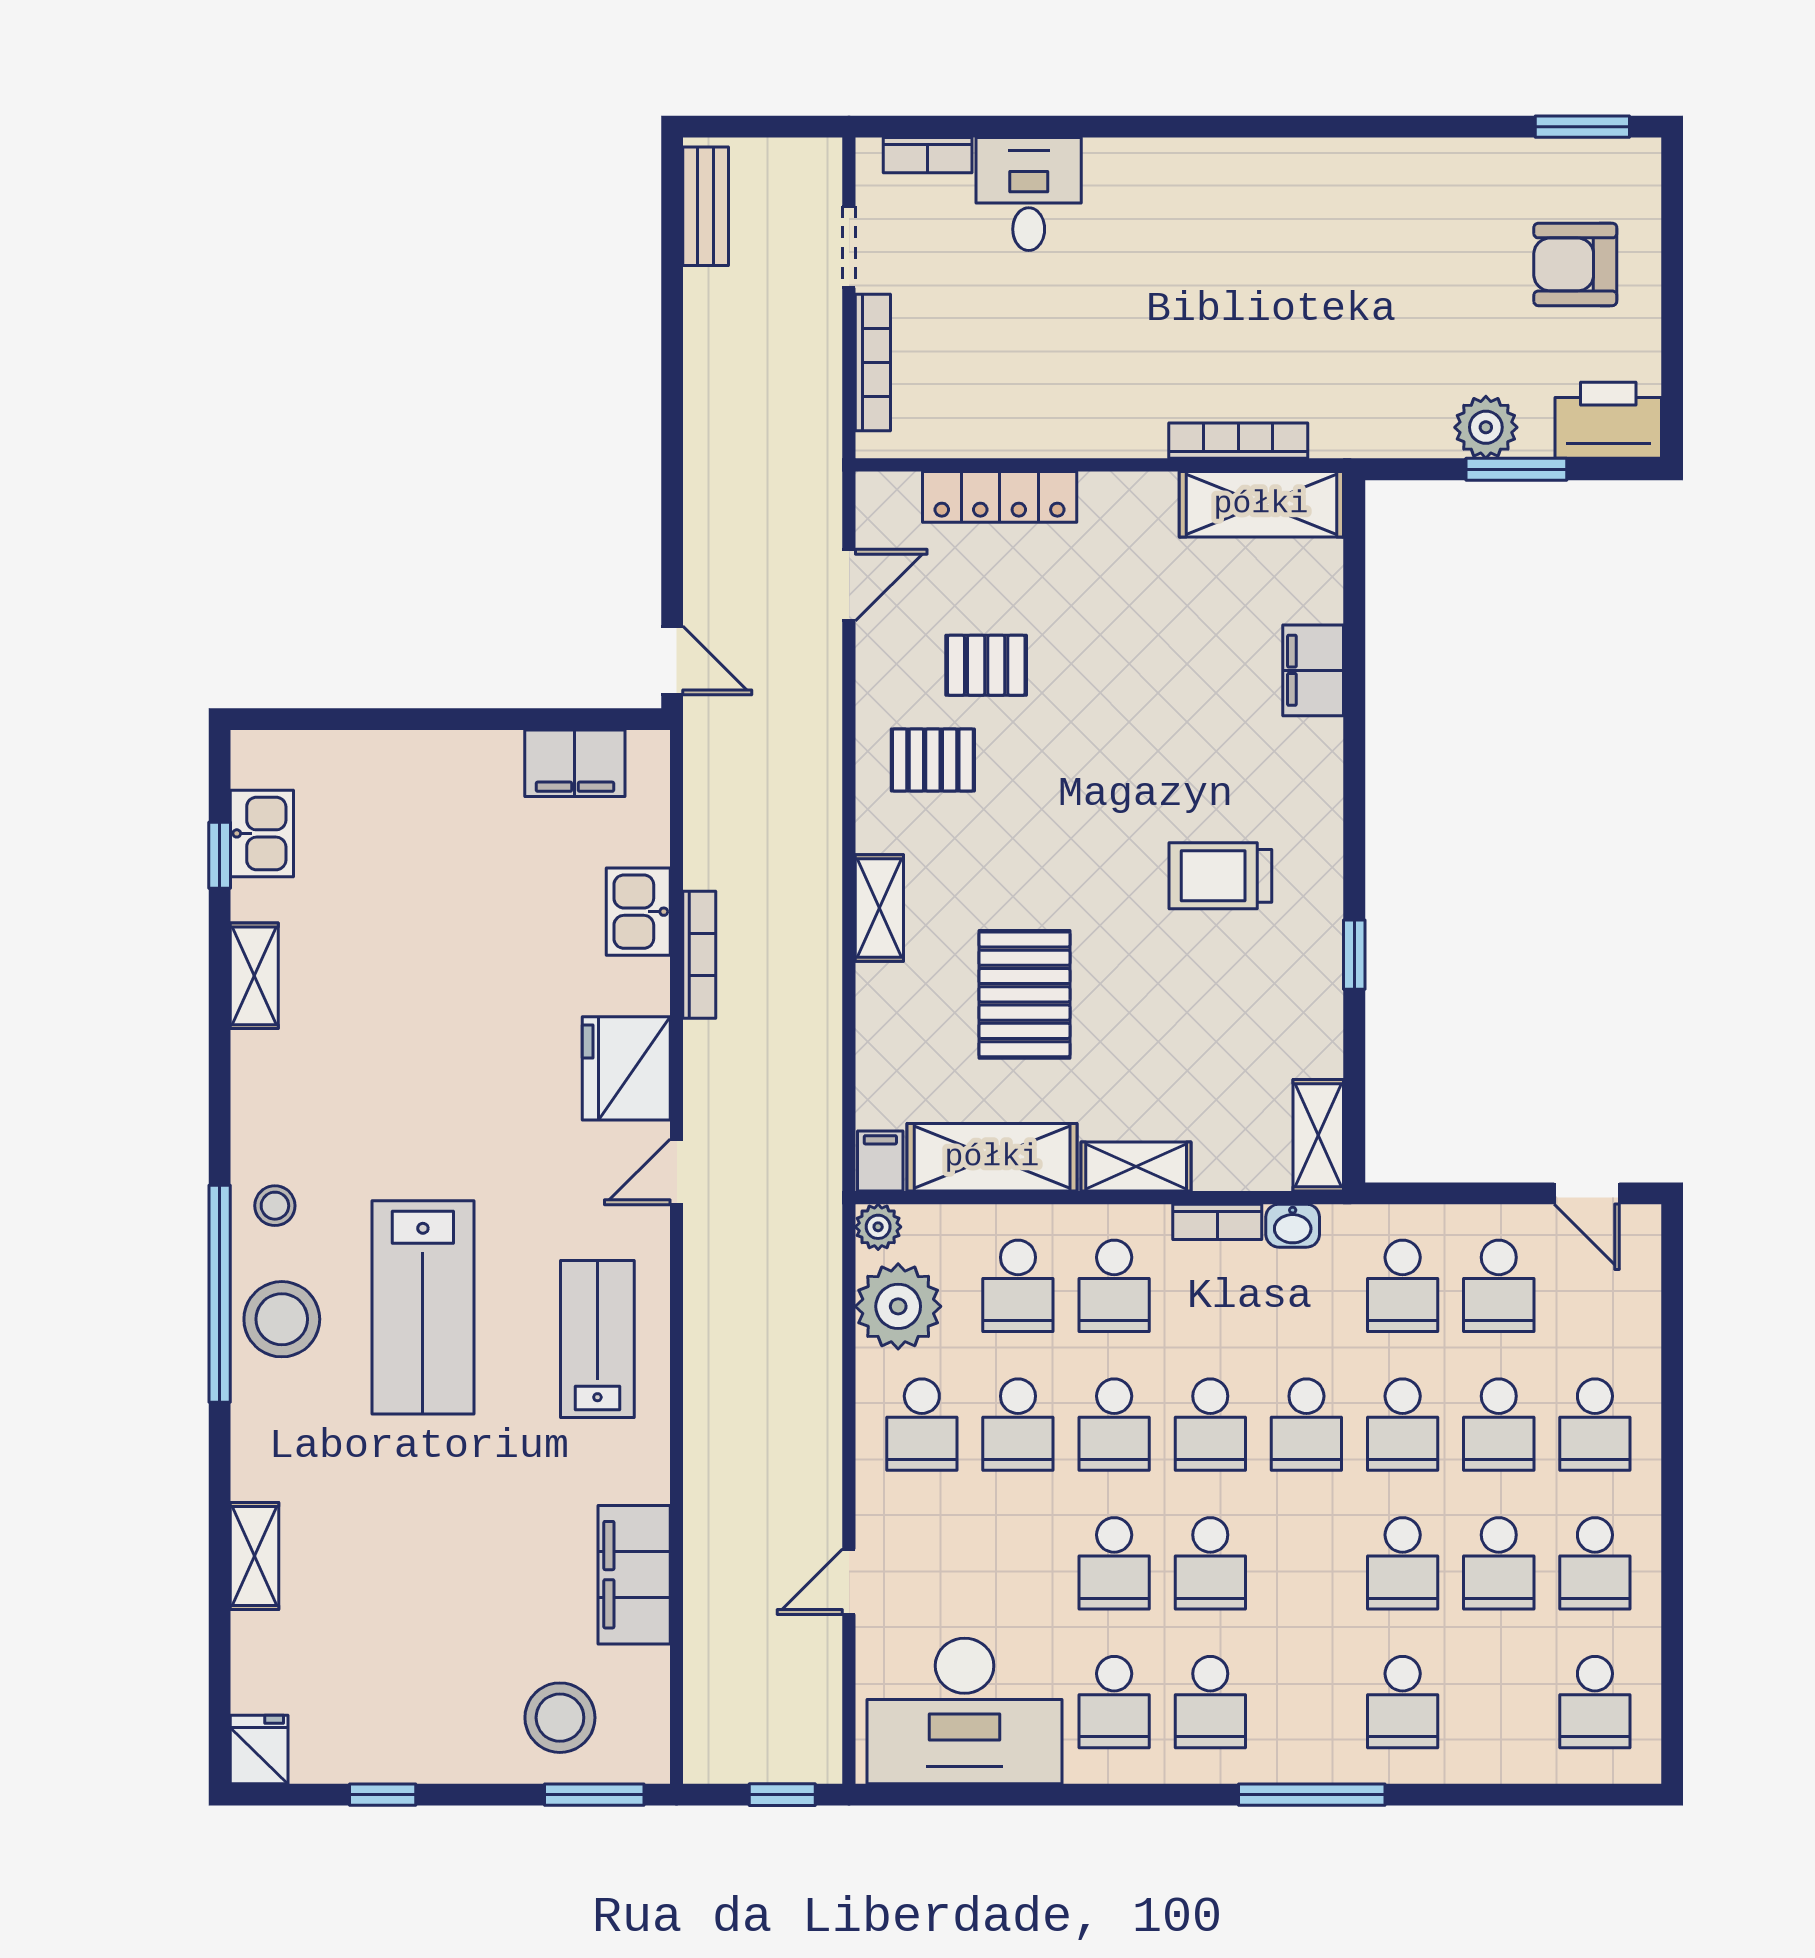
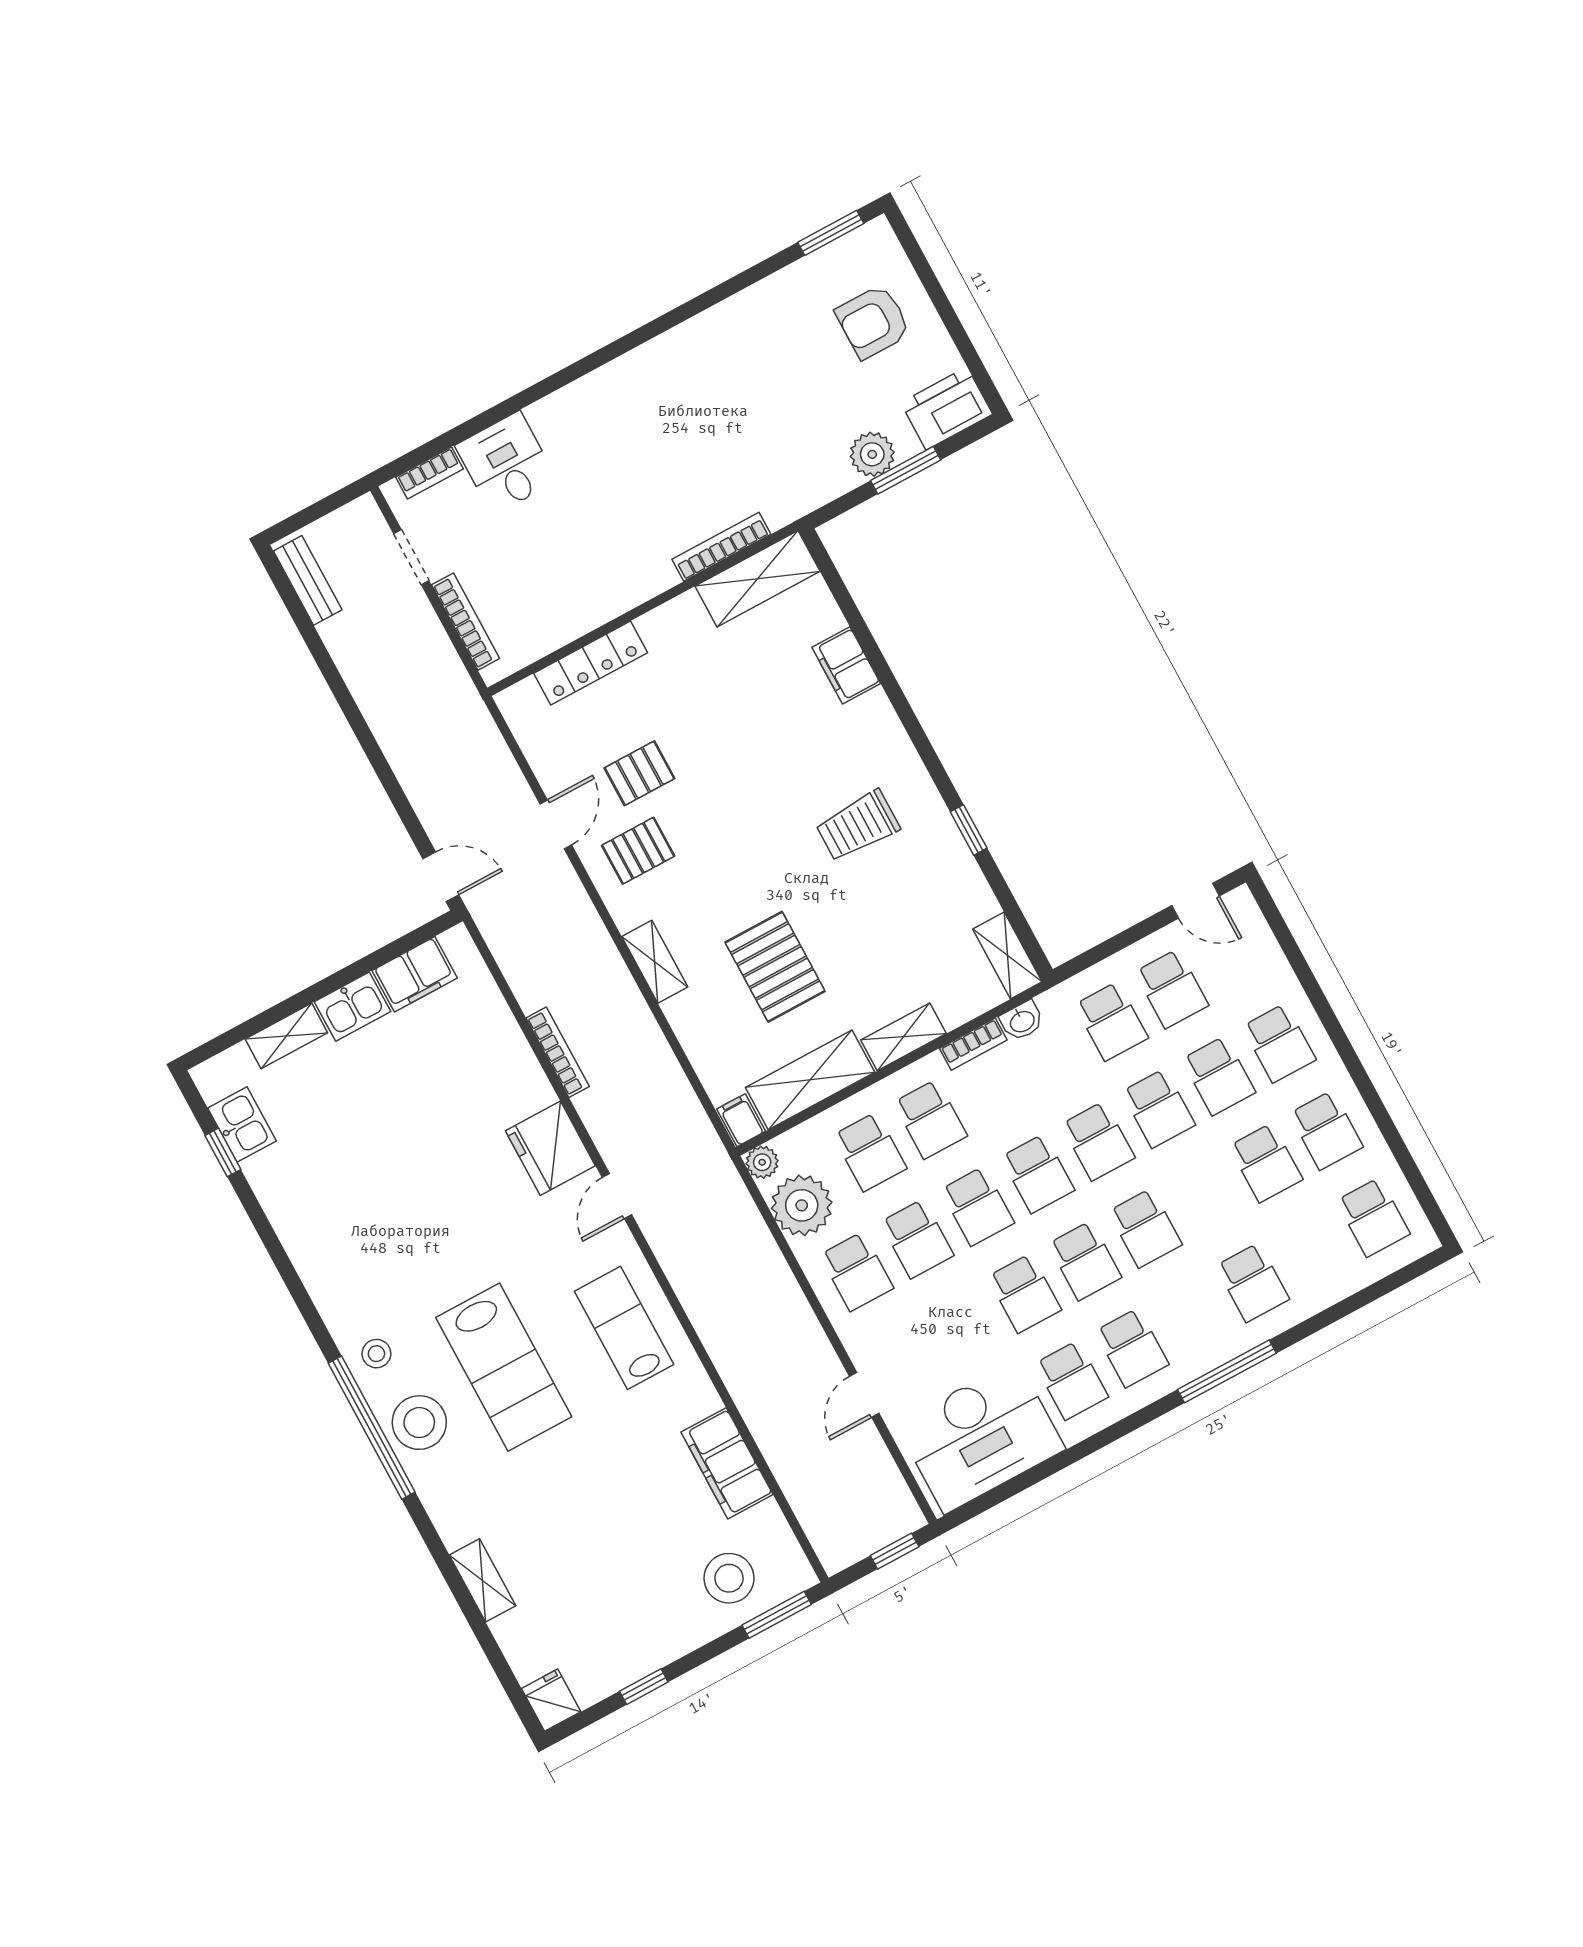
door: (849, 585) -> (556, 824), moved
kitchen sink: (638, 912) -> (353, 1007), moved, turned -90
shelving: (254, 976) -> (286, 1036), moved, turned 90
school desk: (1403, 1563) -> (1145, 1228), moved

